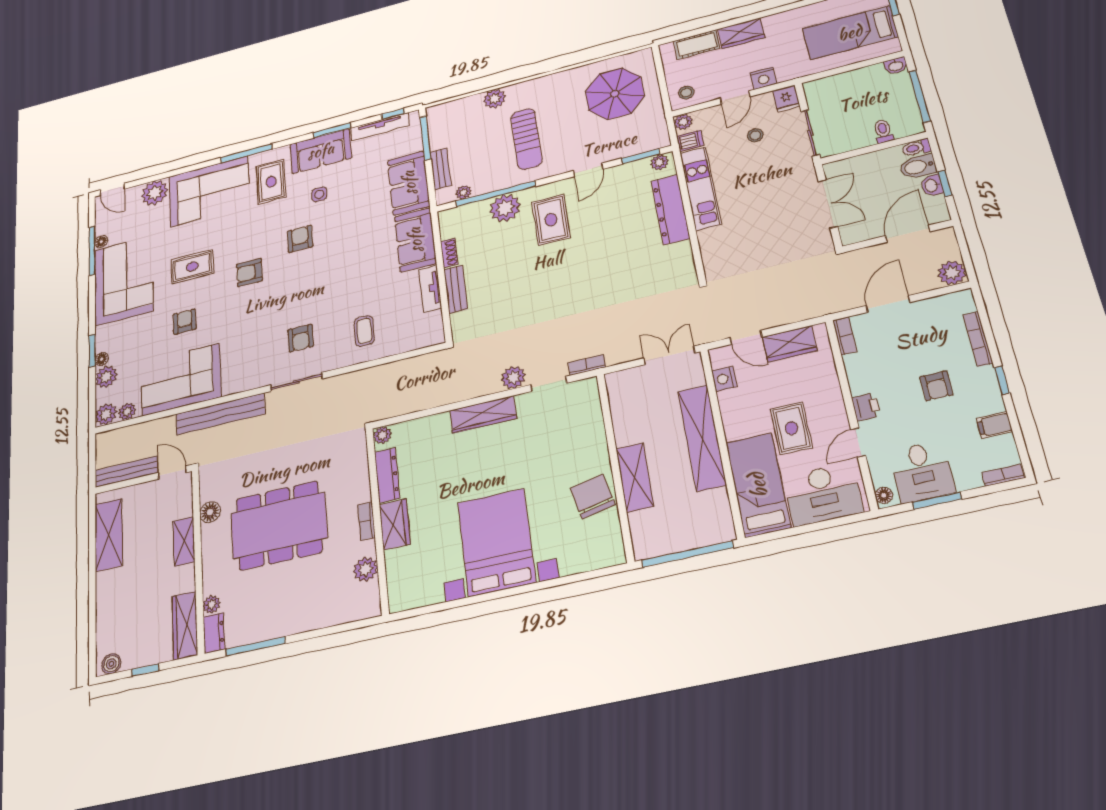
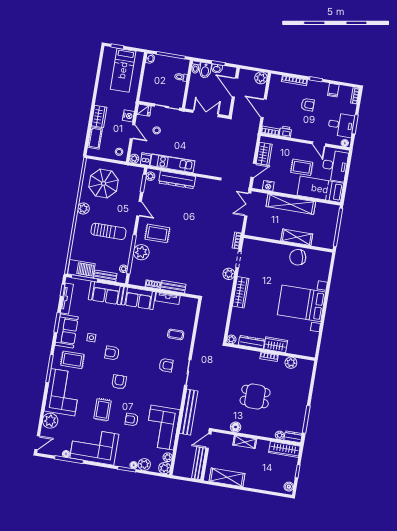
plant: (494, 99) -> (83, 208), moved
barbecue: (442, 126) -> (81, 269), added
armchair: (249, 272) -> (119, 382), turned 180
printer: (866, 407) -> (285, 132), moved
dining table: (279, 525) -> (255, 397), width x0.53, depth x0.80

